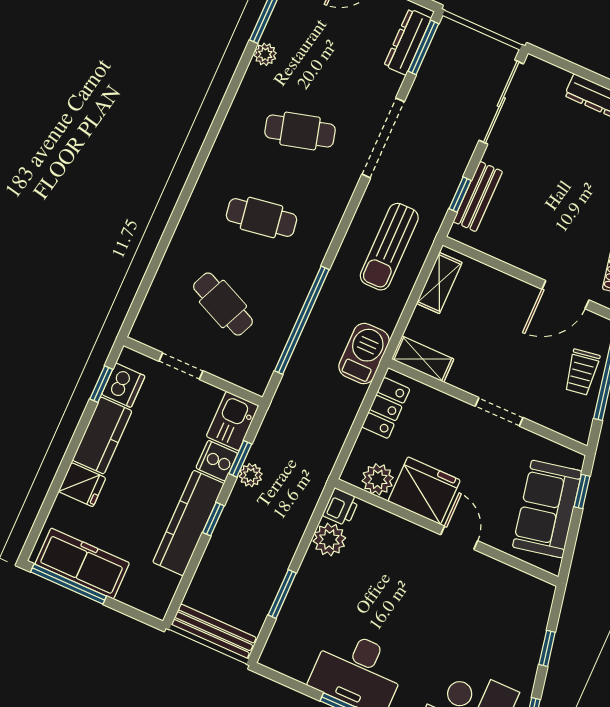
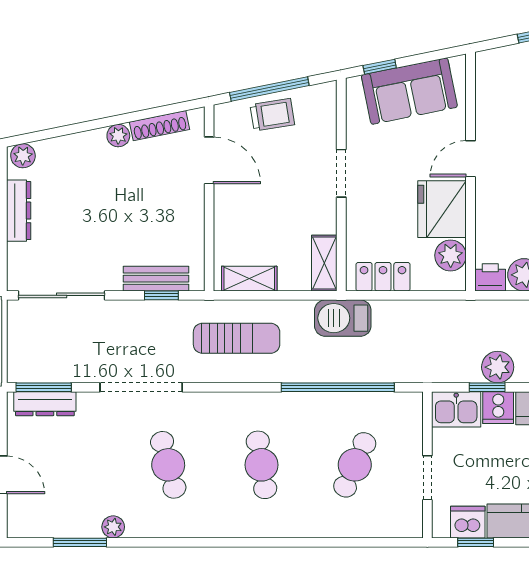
plant: (251, 475) -> (498, 367), width x1.38, depth x1.38

